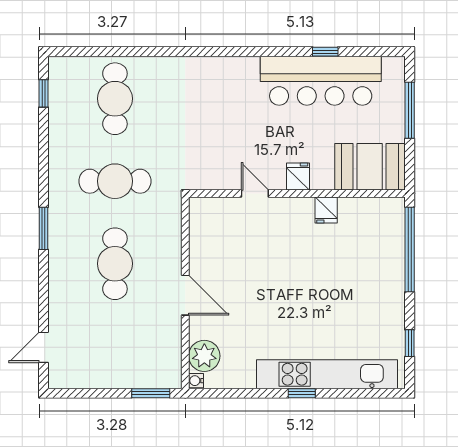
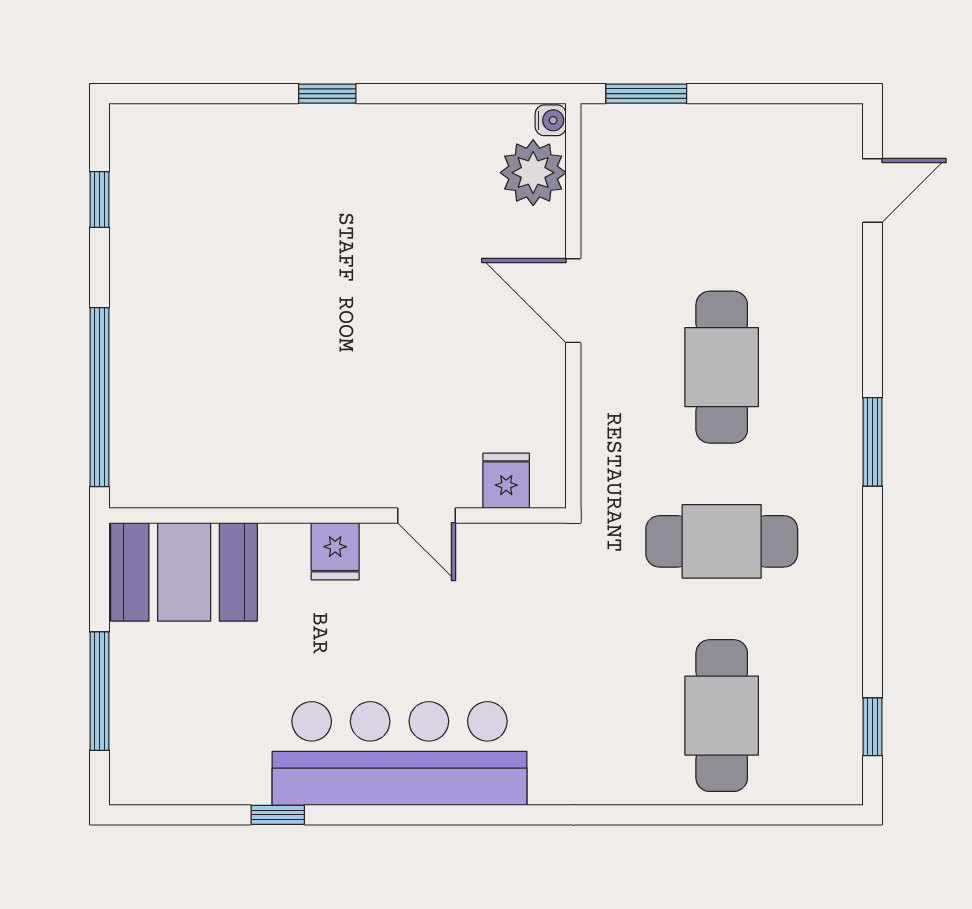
bar counter: (321, 81) -> (400, 754), moved
fridge: (326, 210) -> (506, 481), moved
kitchen unit: (327, 374) -> (274, 134), removed

